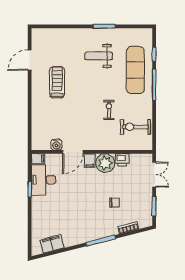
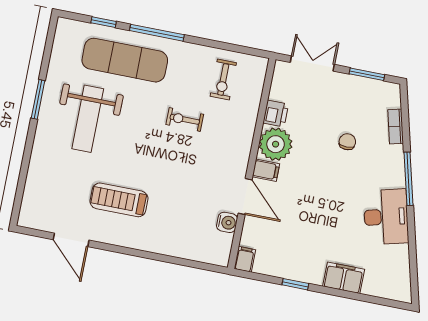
weight bench: (99, 56) -> (88, 119), width x1.36, depth x1.33
exercise bike: (135, 127) -> (223, 80), width x0.73, depth x0.72
desk: (44, 180) -> (386, 217), moved, turned -104
filing cabinet: (52, 244) -> (344, 278), moved, turned 104

